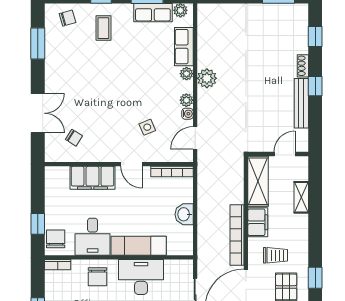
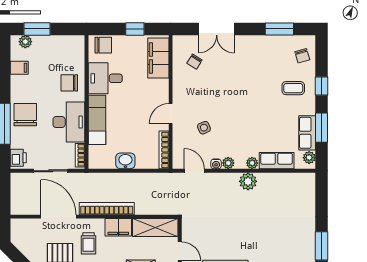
filing cabinet: (92, 178) -> (158, 58), moved
window: (38, 224) -> (135, 29), moved
bookcase: (58, 265) -> (80, 155), moved

